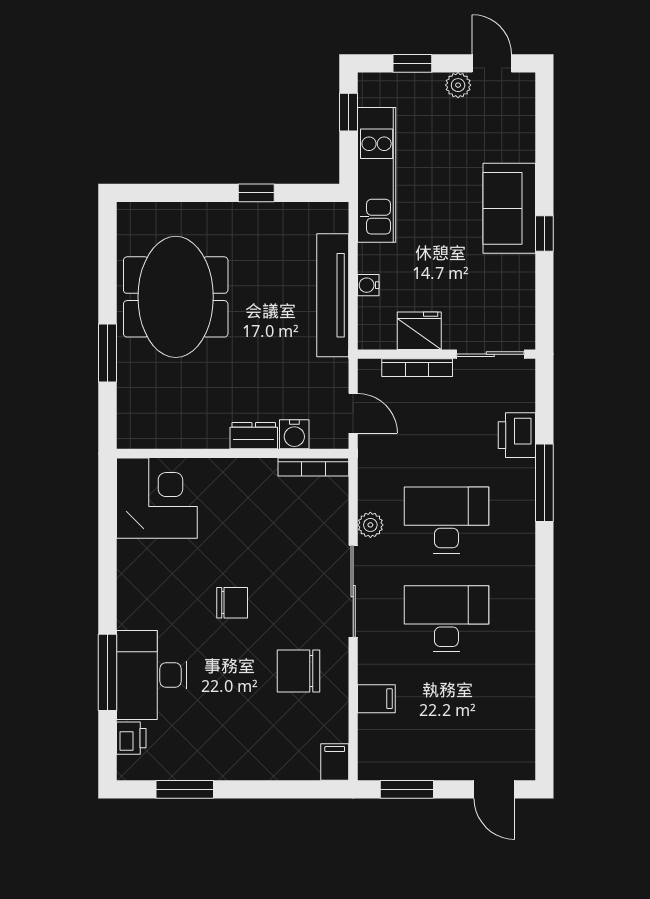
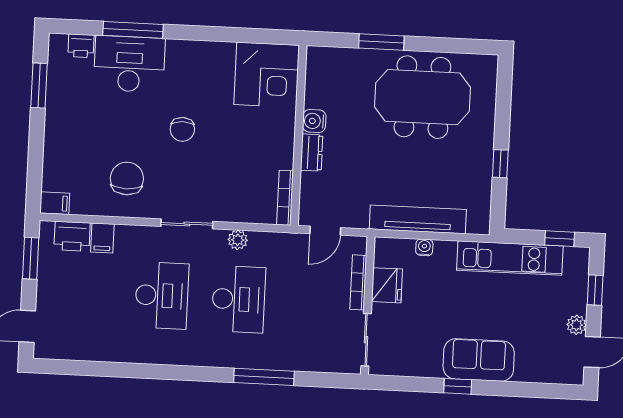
water cooler: (294, 434) -> (314, 121), moved
printer: (517, 435) -> (72, 236), moved, turned 180
sliding door: (353, 591) -> (187, 224), width x0.73

